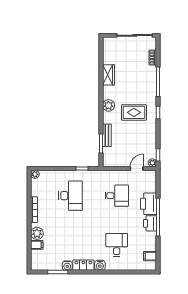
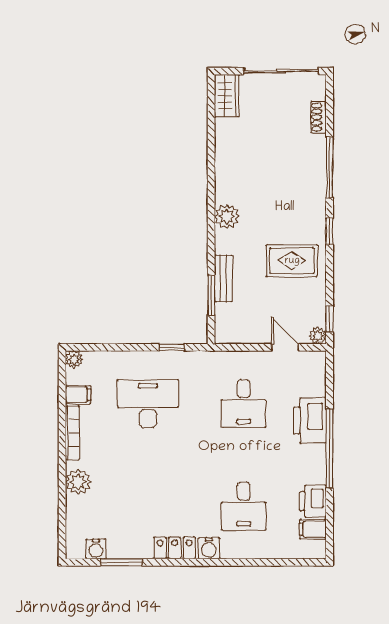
wardrobe: (109, 75) -> (227, 96), moved
rug: (134, 112) -> (292, 261), moved
door: (137, 169) -> (285, 347), hinge flipped
desk: (71, 196) -> (148, 404), turned -90
desk: (117, 196) -> (244, 404), turned 90
printer: (150, 223) -> (313, 501), moved
filing cabinet: (37, 245) -> (78, 395), moved
desk: (117, 245) -> (244, 506), turned 180
water cooler: (67, 266) -> (96, 549), moved

